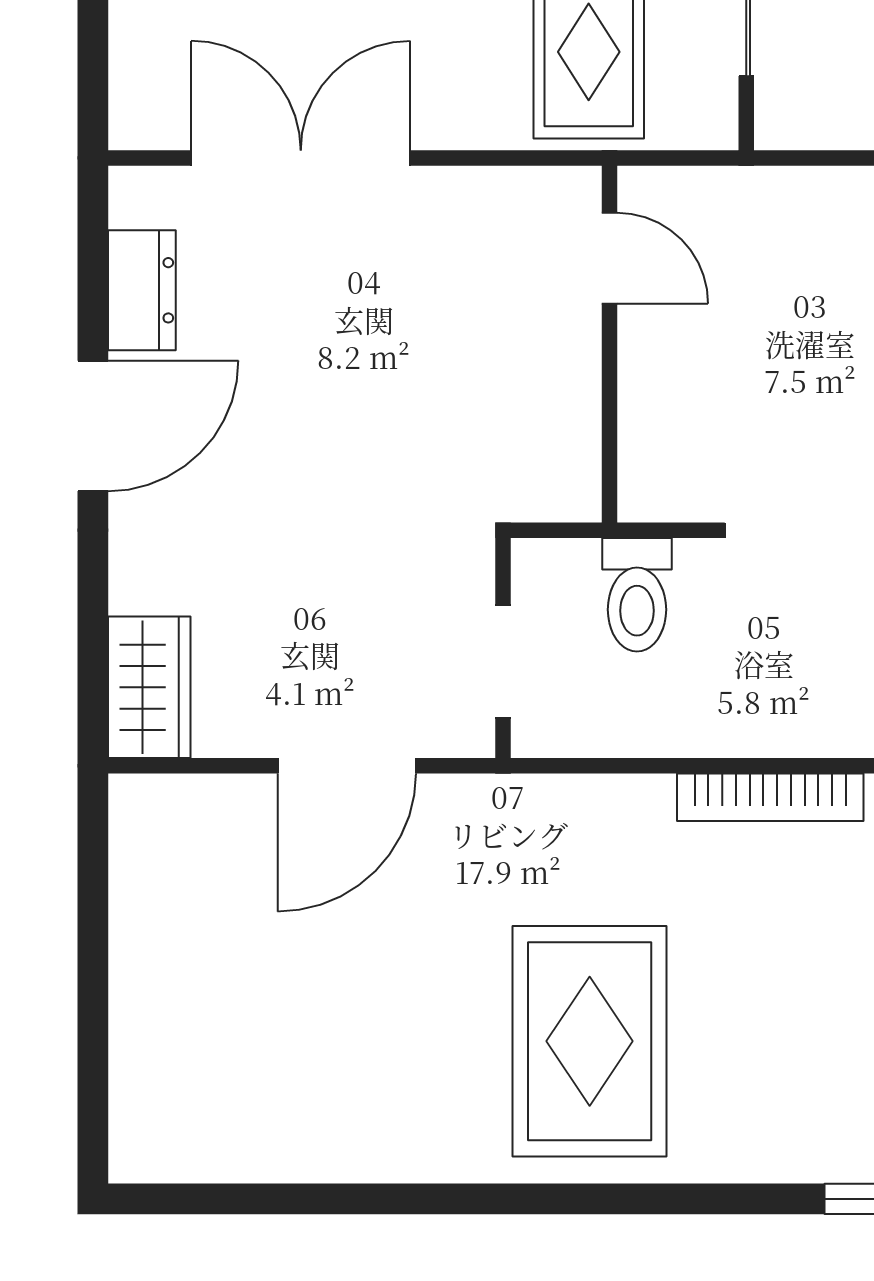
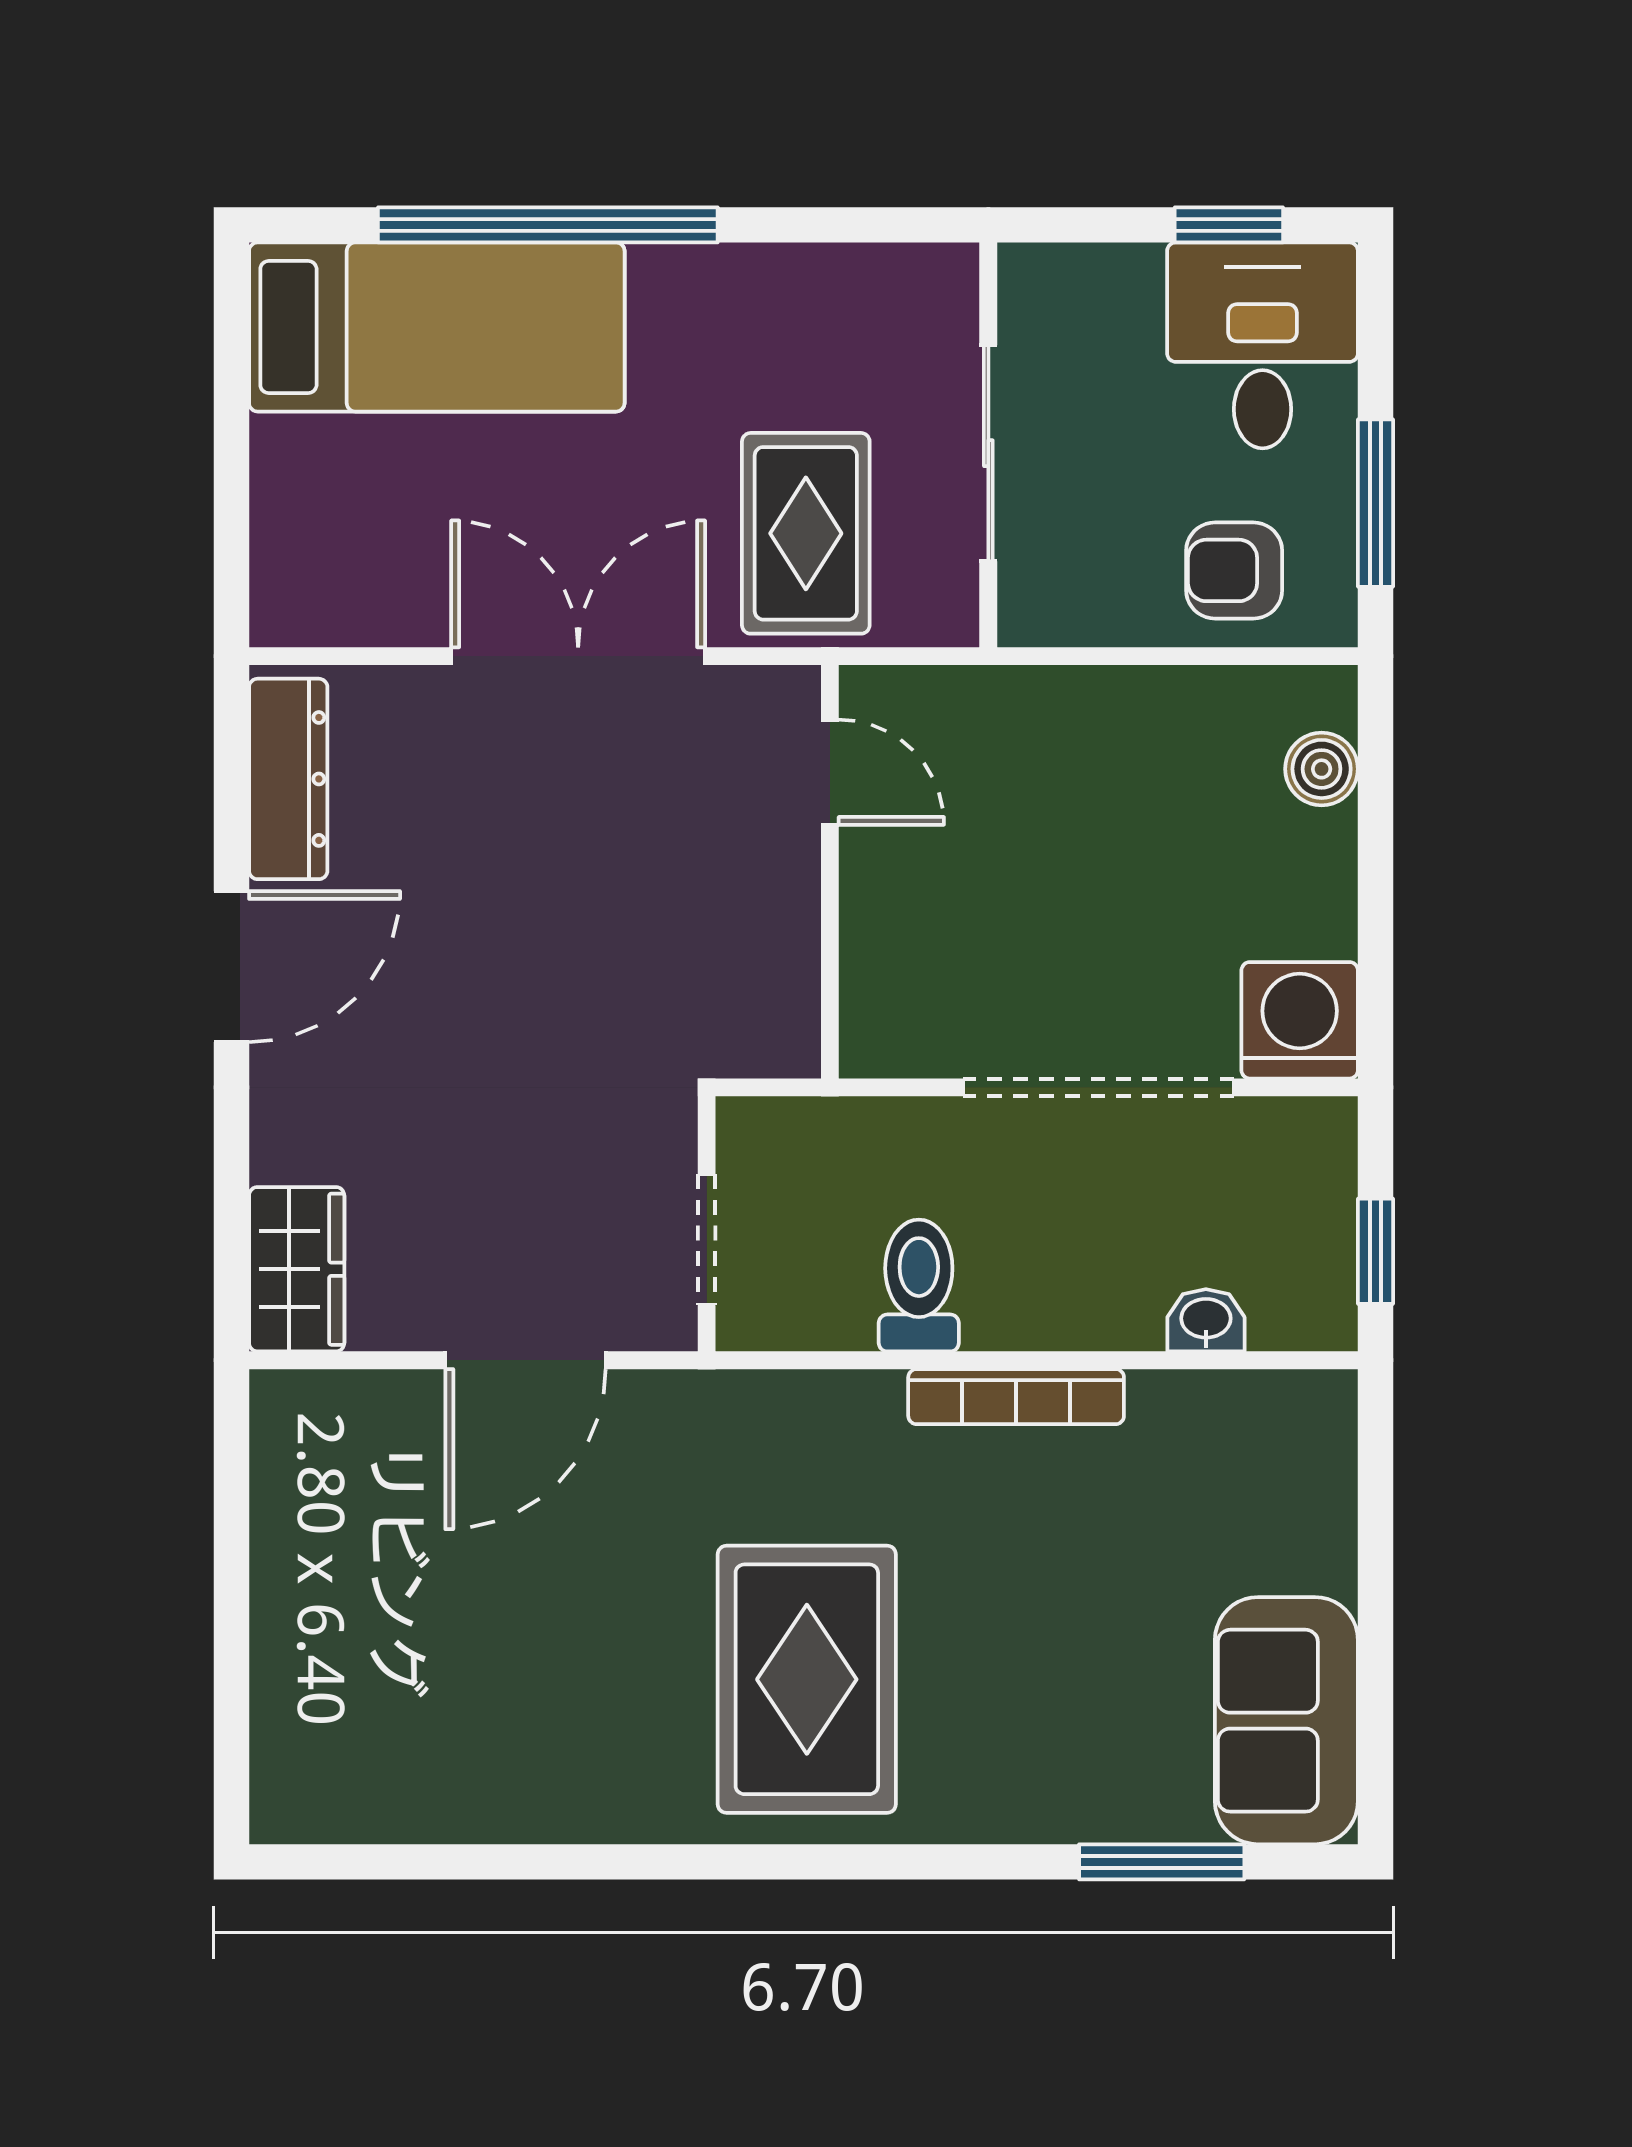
double door: (301, 158) -> (578, 656), moved
dresser: (142, 290) -> (288, 779), width x1.44
toilet: (637, 595) -> (919, 1285), moved, turned 180

